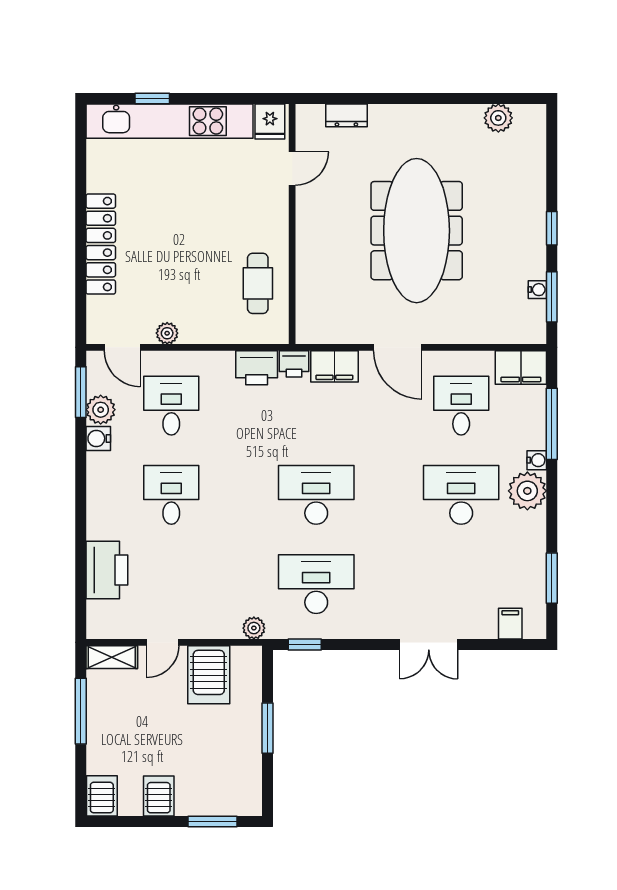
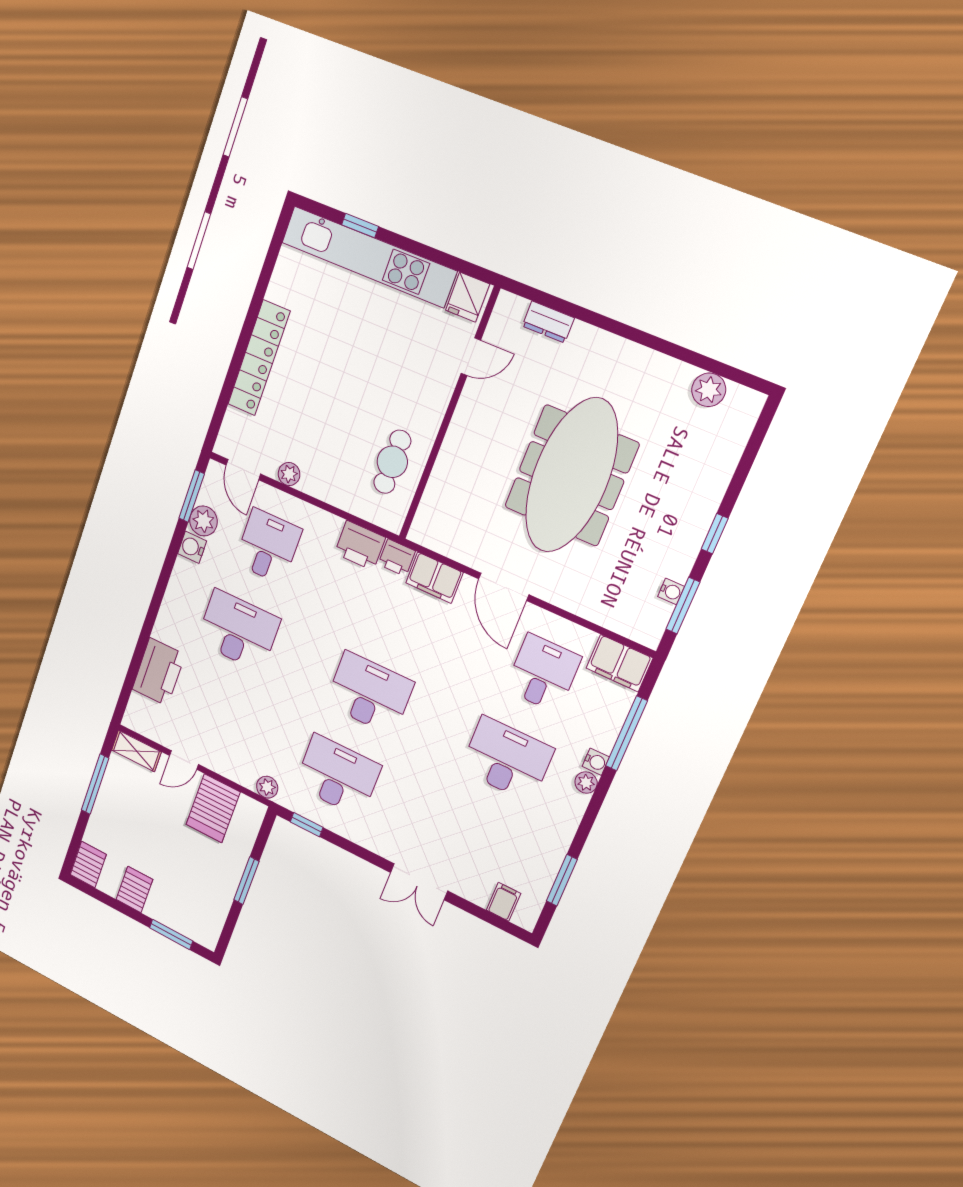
plant: (527, 491) -> (586, 783), width x0.53, depth x0.53
desk: (171, 495) -> (238, 630), width x1.37

